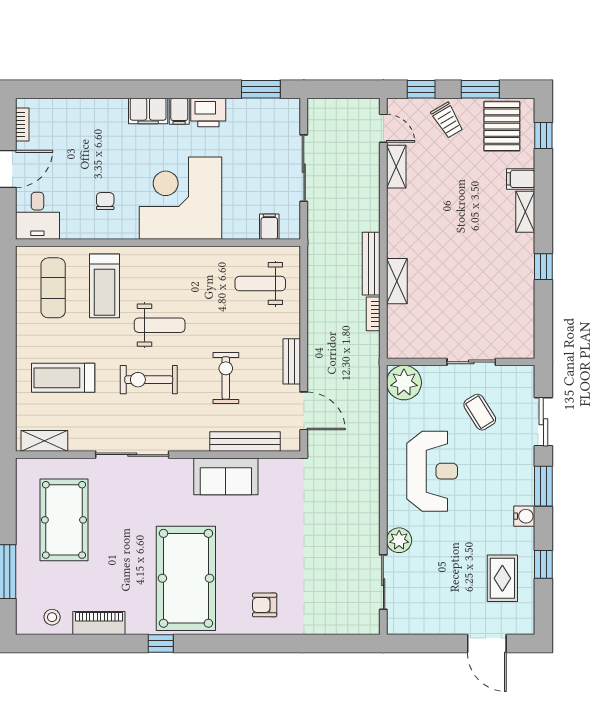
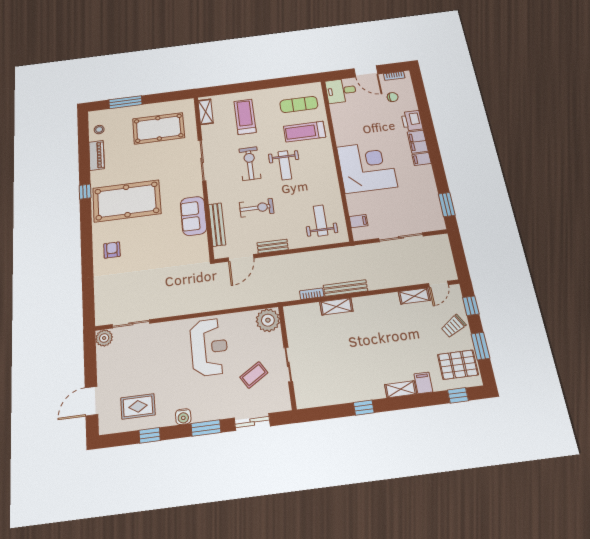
printer: (208, 112) -> (412, 121), moved
chair: (105, 201) -> (393, 97), moved
reception desk: (432, 471) -> (209, 347), turned -90
plant: (399, 540) -> (104, 338), moved

